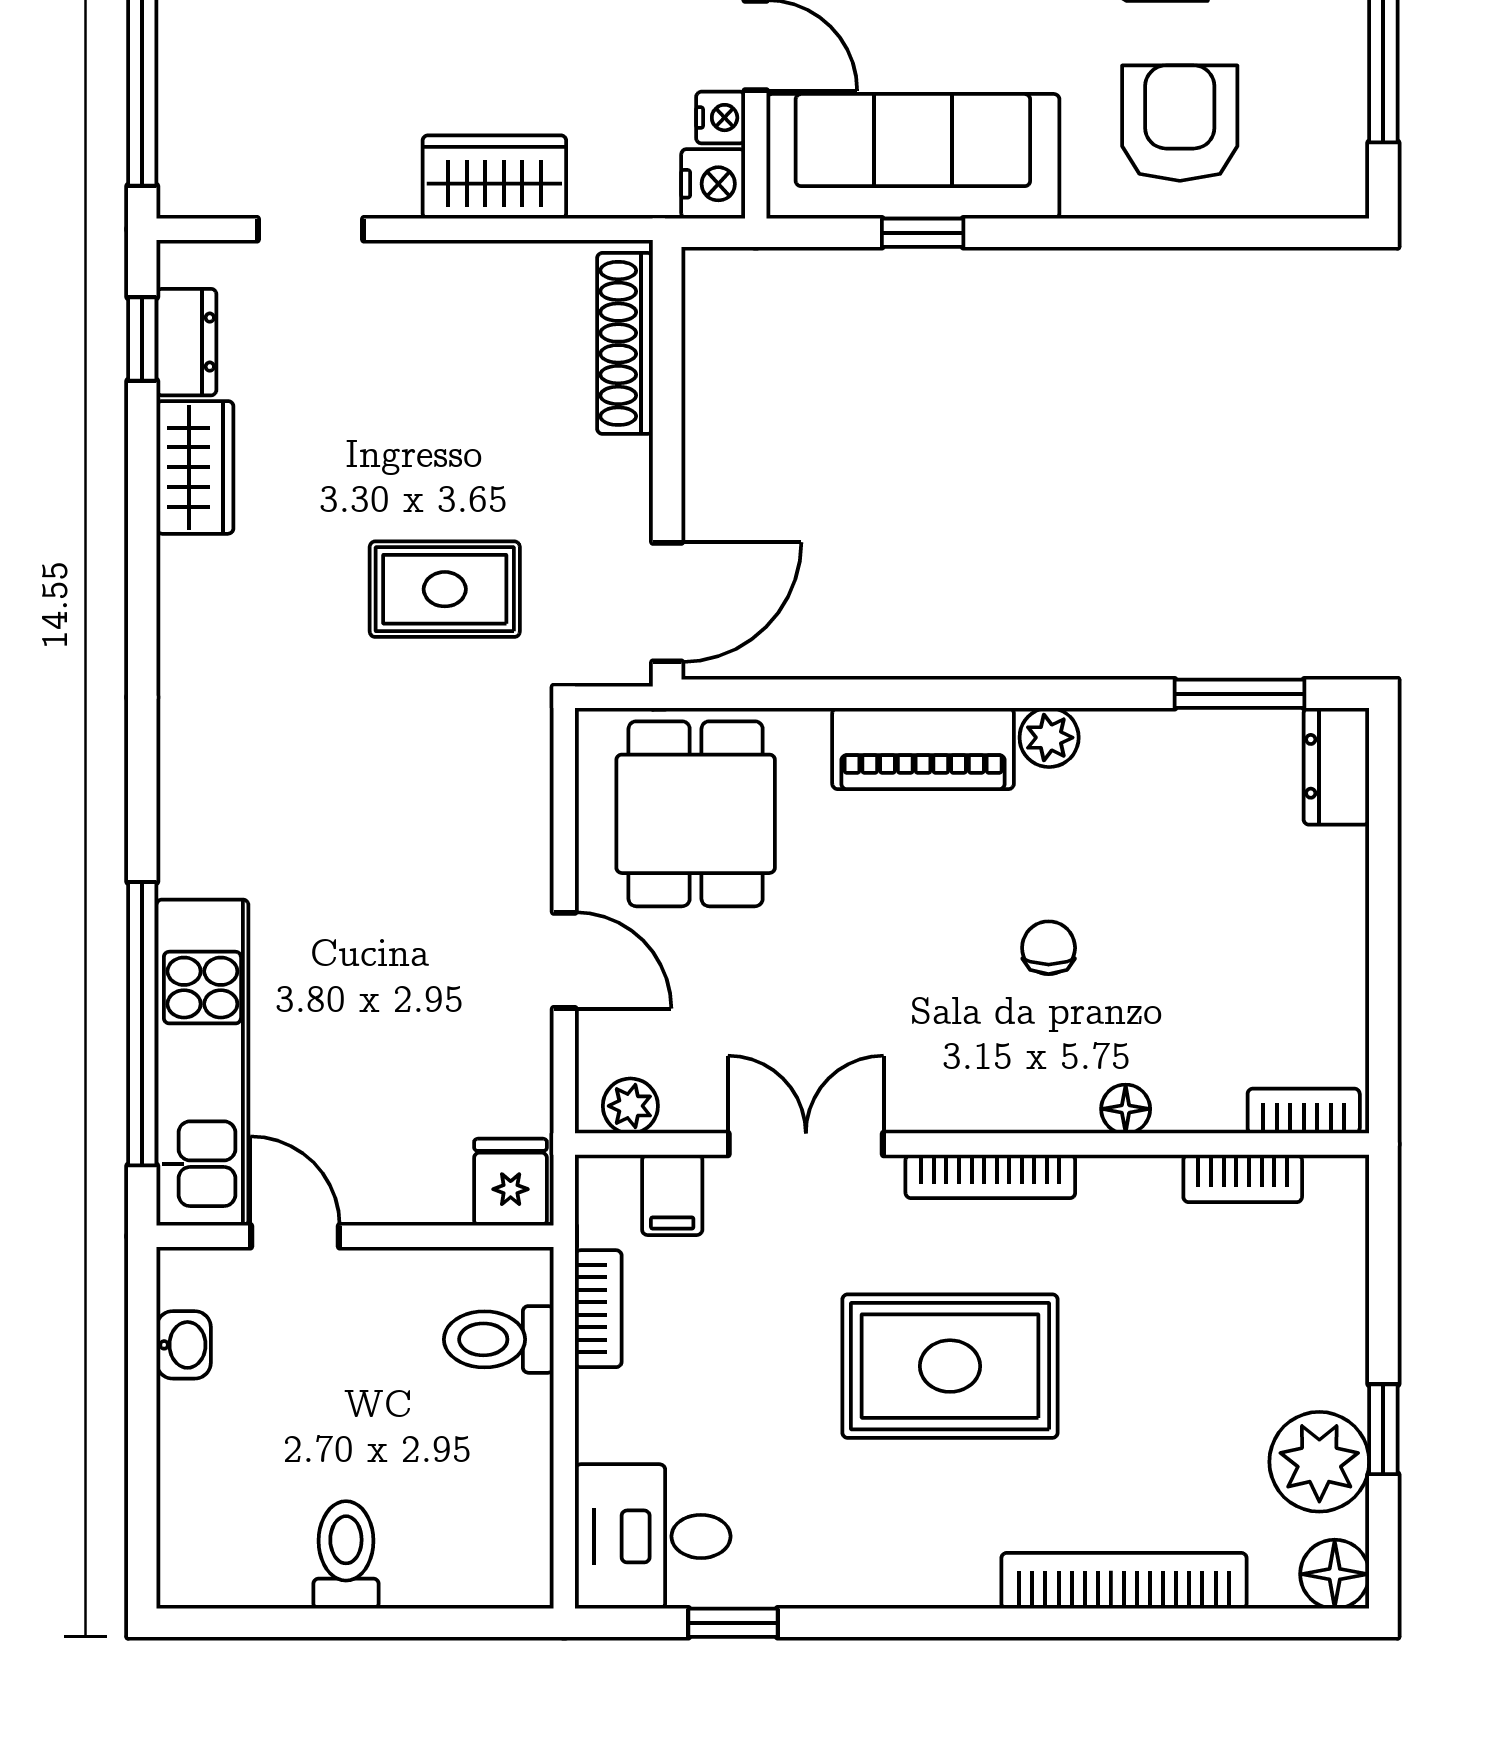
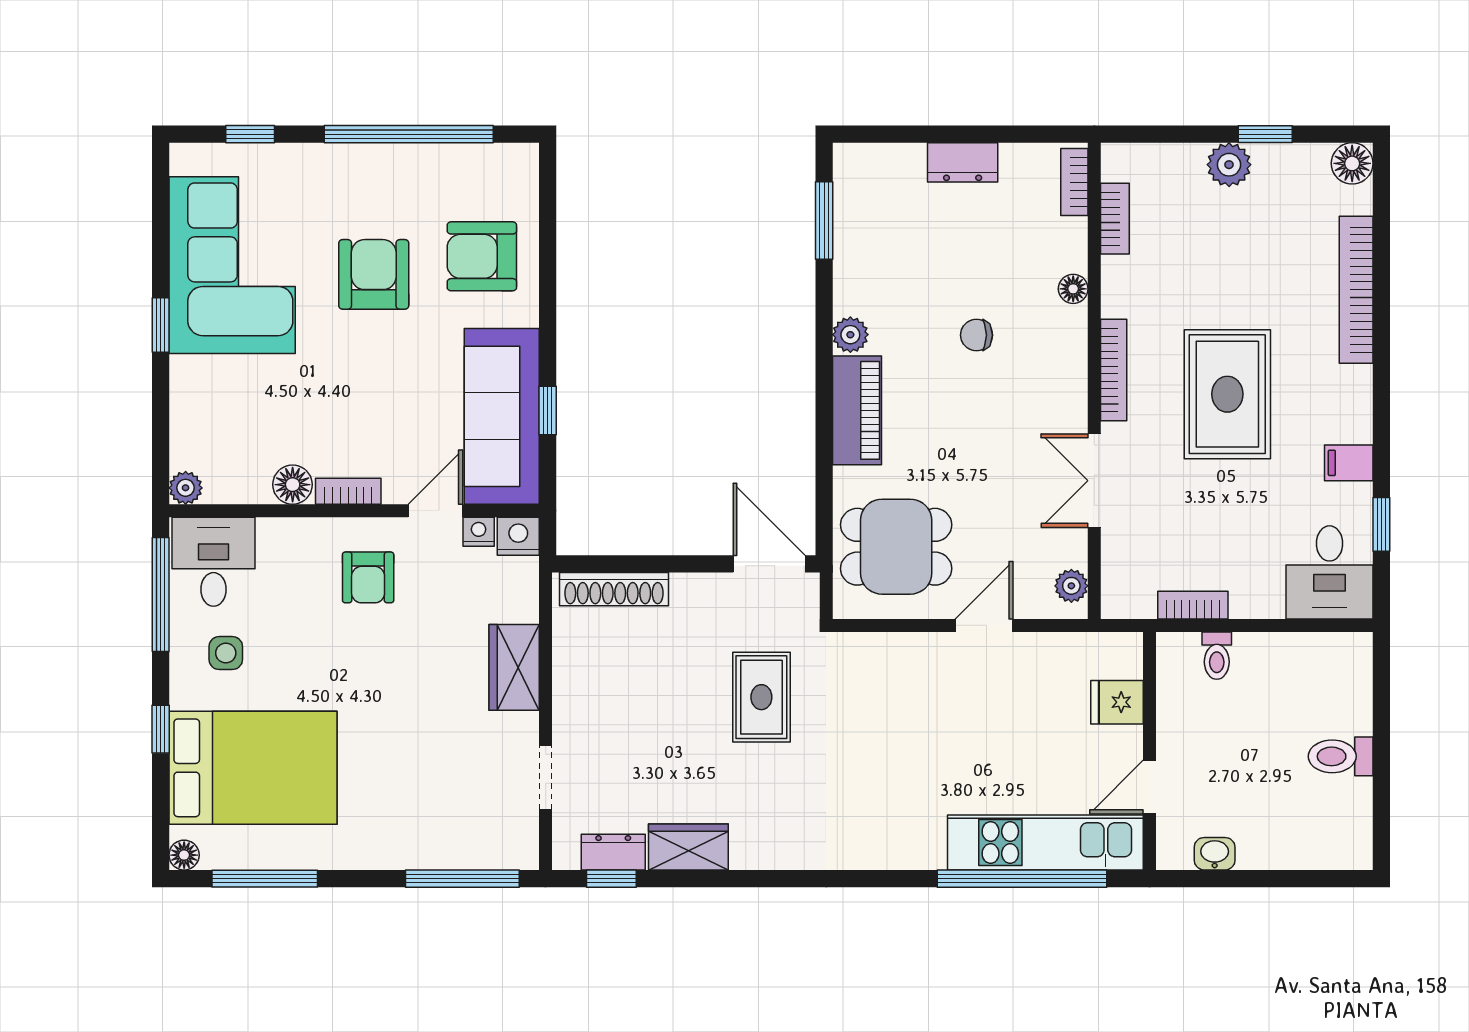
dresser: (1336, 766) -> (963, 162), moved
fridge: (511, 1182) -> (1117, 702), moved
filing cabinet: (672, 1195) -> (1349, 463), moved, turned 180
toilet: (499, 1339) -> (1217, 656), width x0.73, depth x0.72
plant: (1319, 1462) -> (1229, 165), moved, width x0.73, depth x0.73

